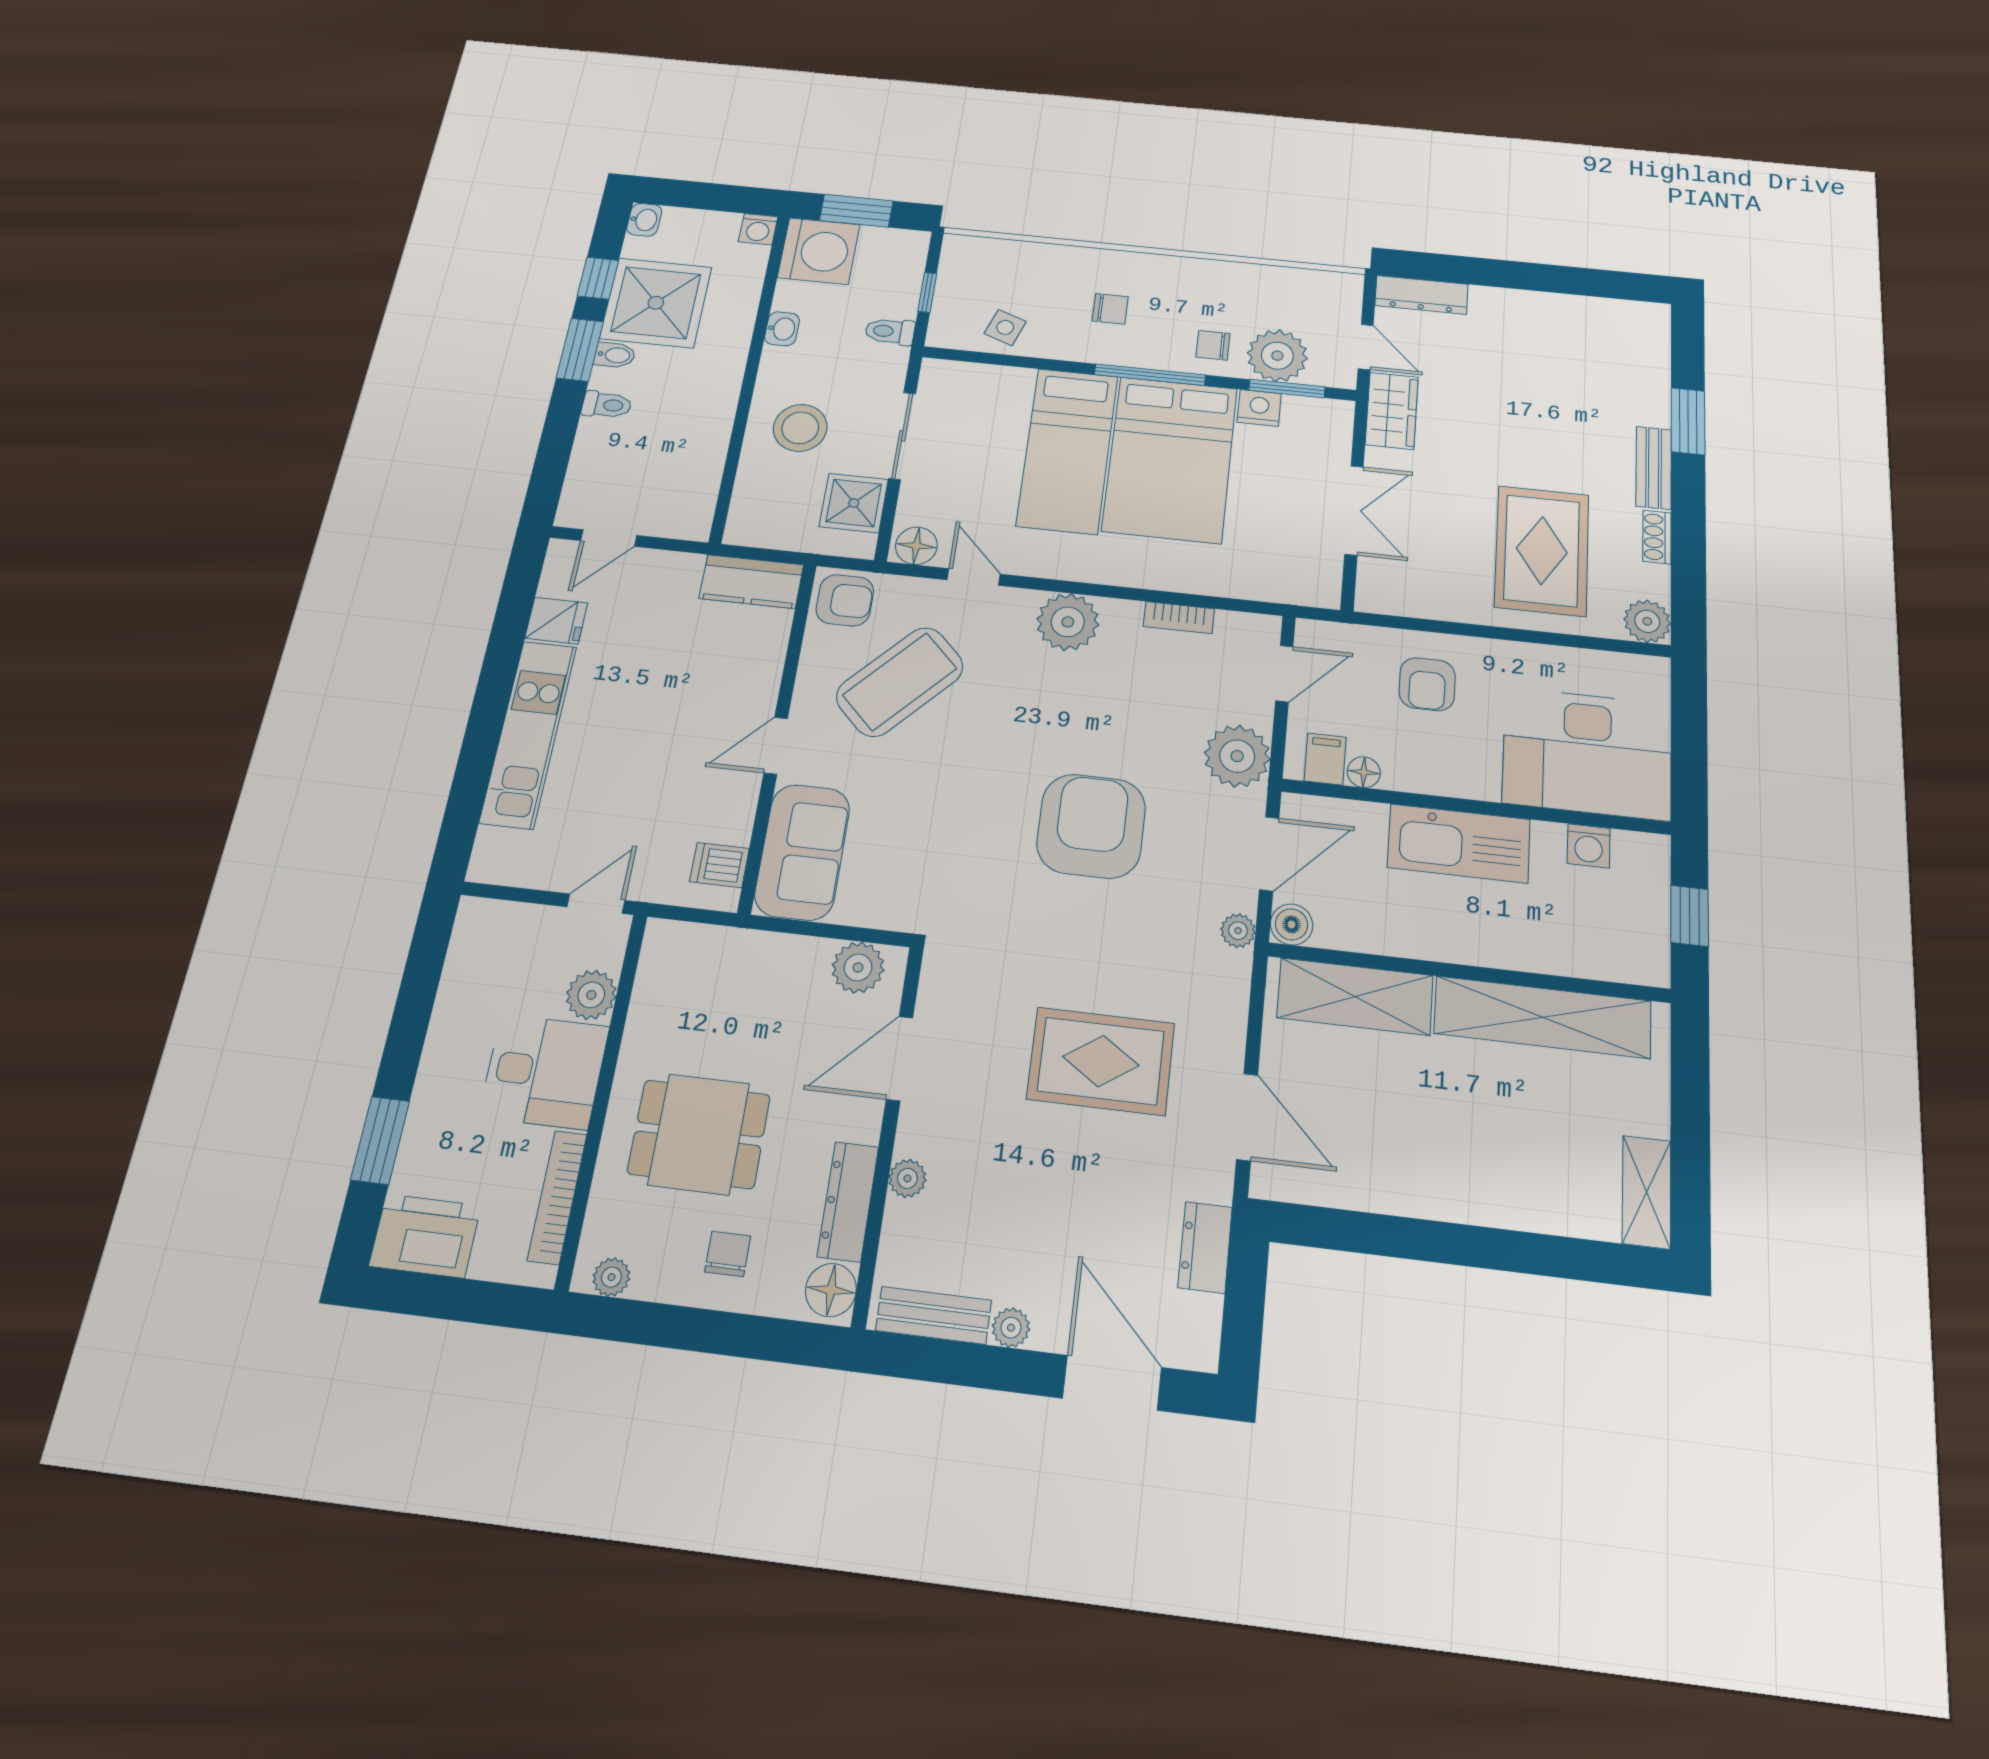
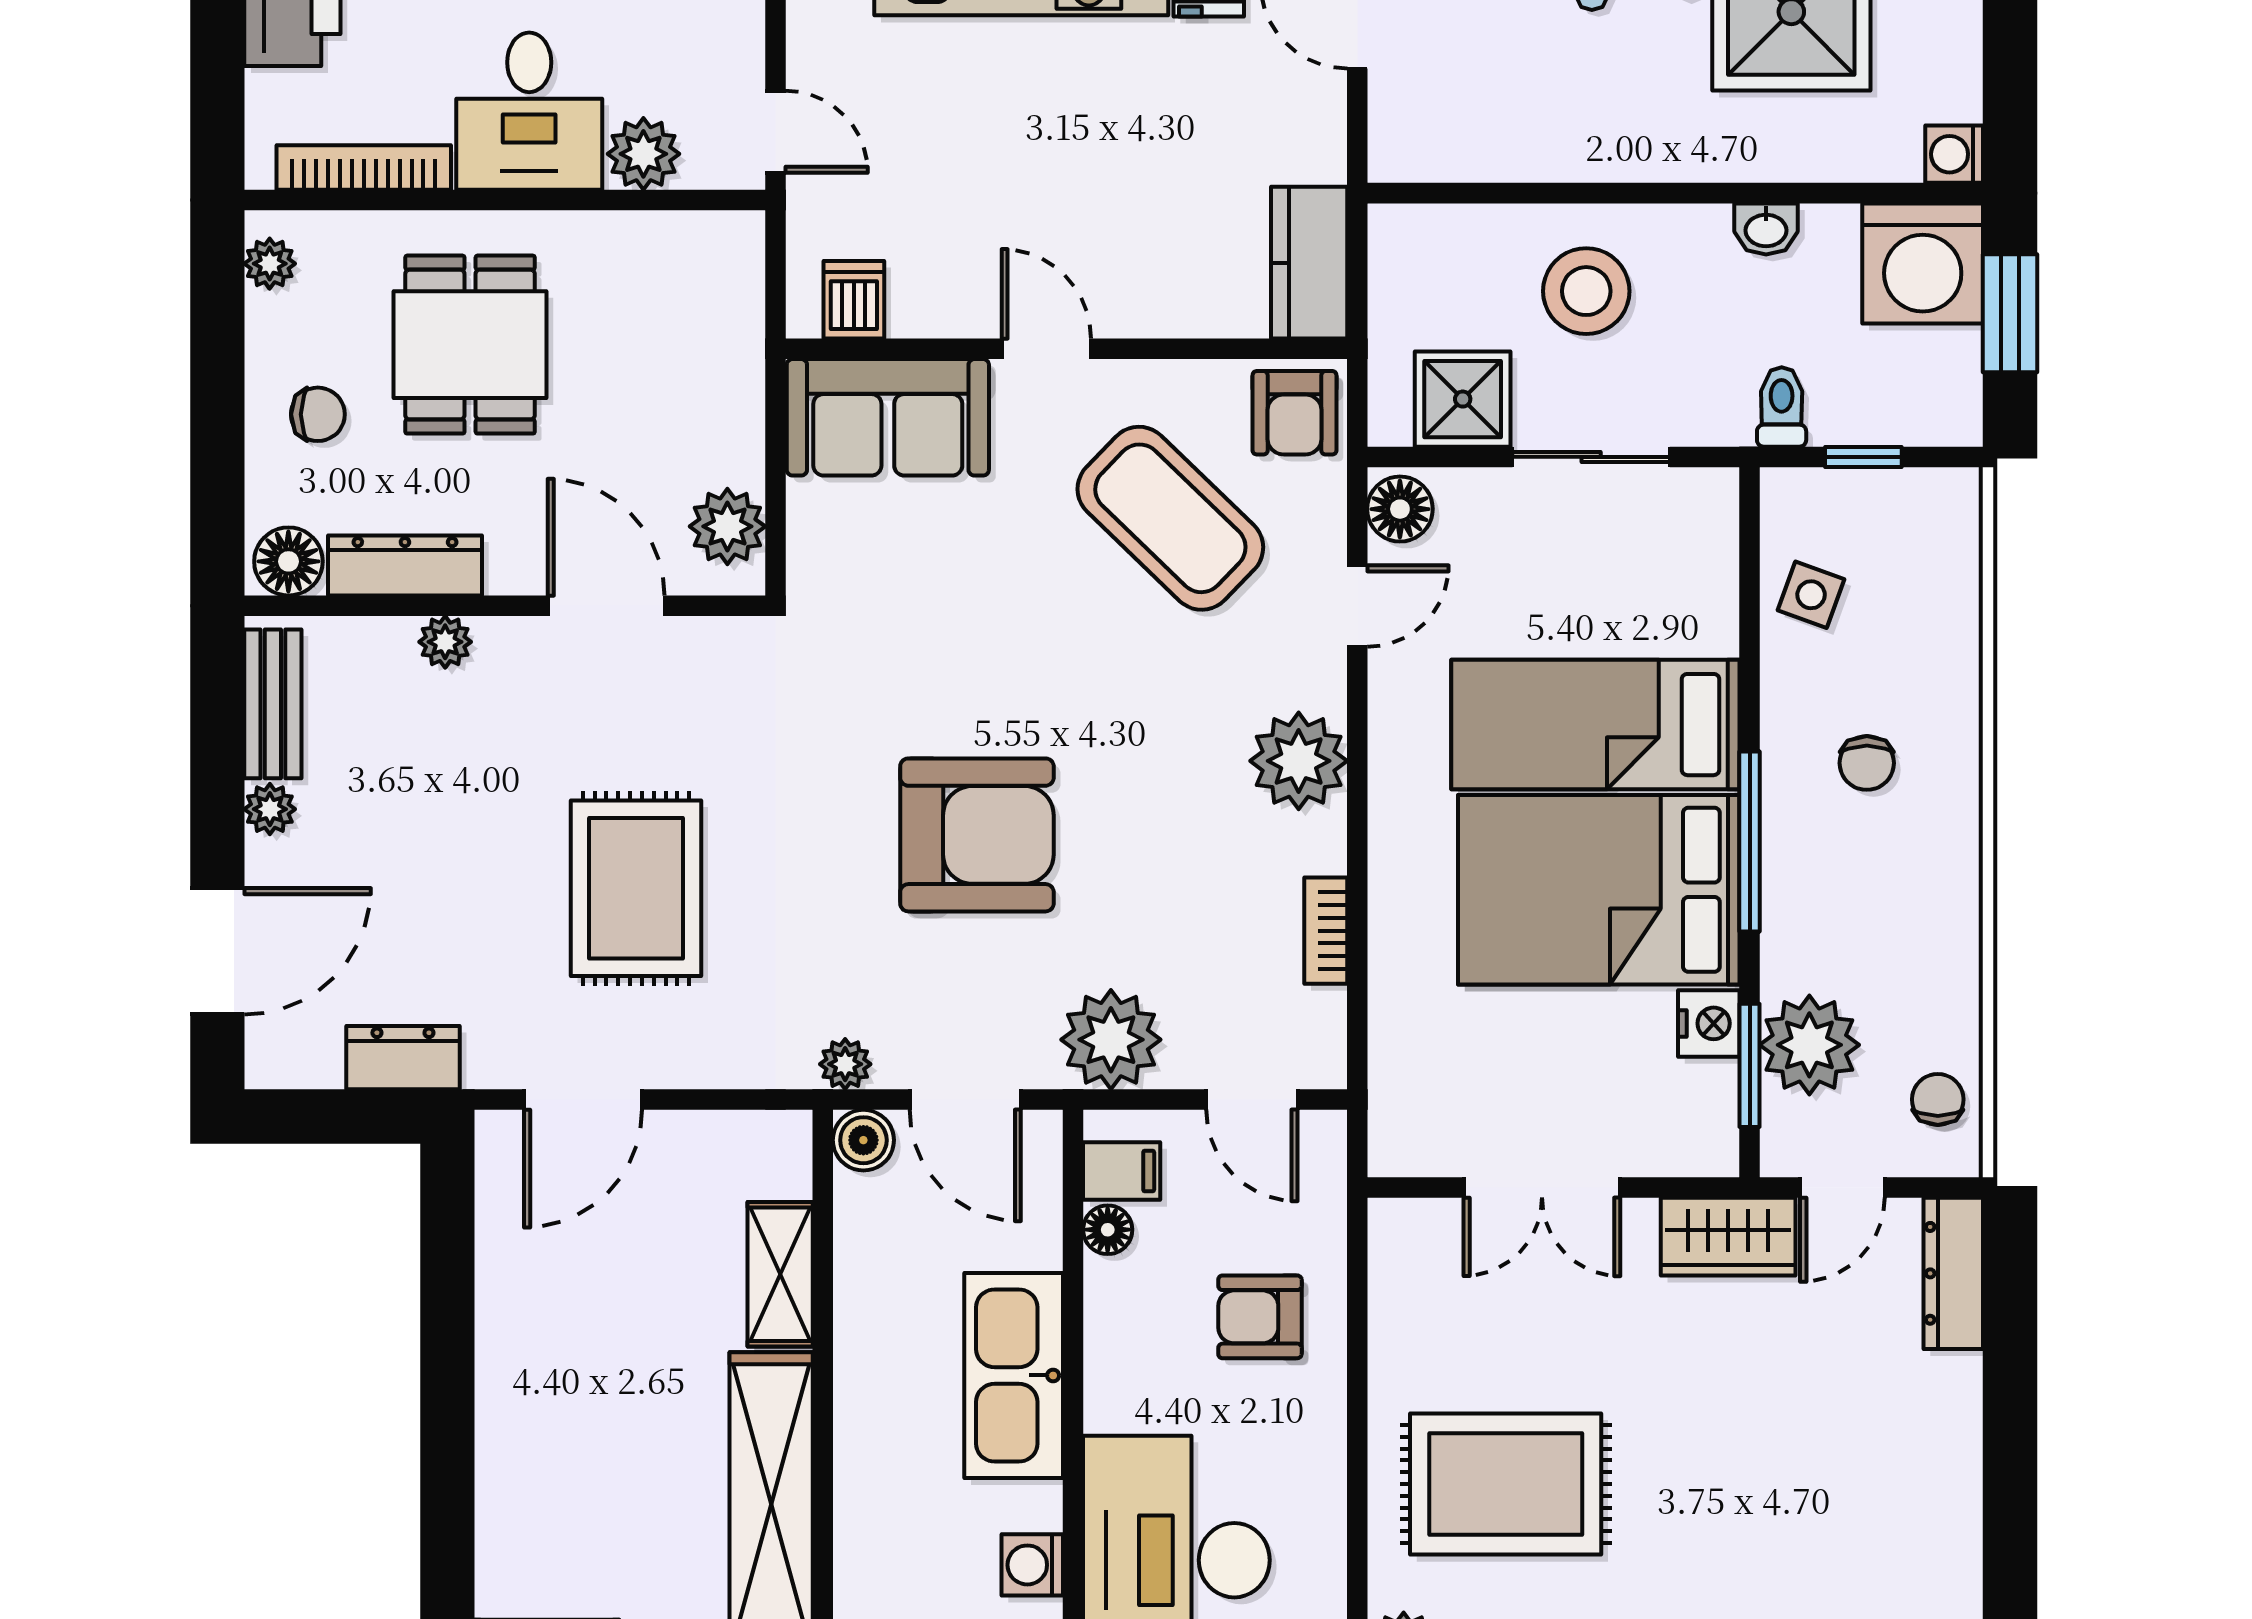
chair: (1213, 345) -> (1938, 1099), moved
shelving: (1355, 997) -> (780, 1274), width x0.67, depth x0.75

